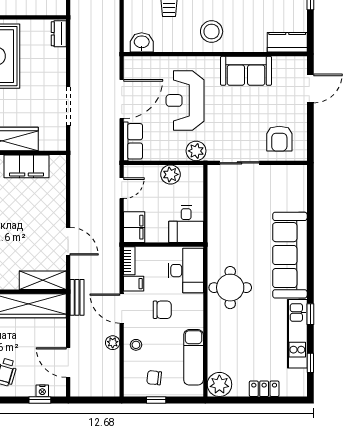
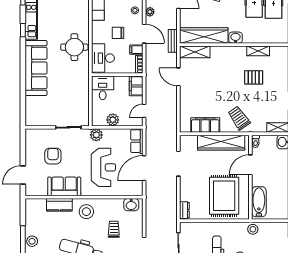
kitchen counter: (287, 42) -> (59, 205), moved
armchair: (279, 139) -> (53, 156), moved

